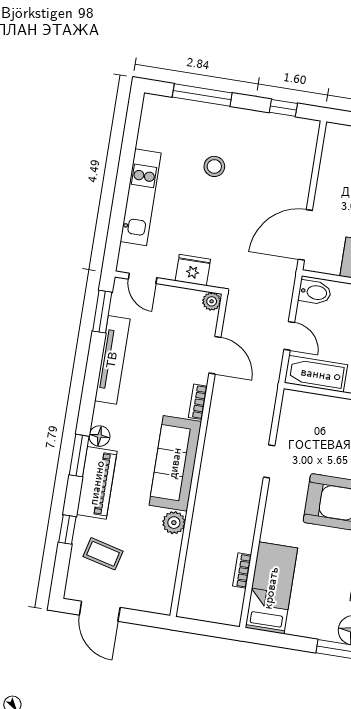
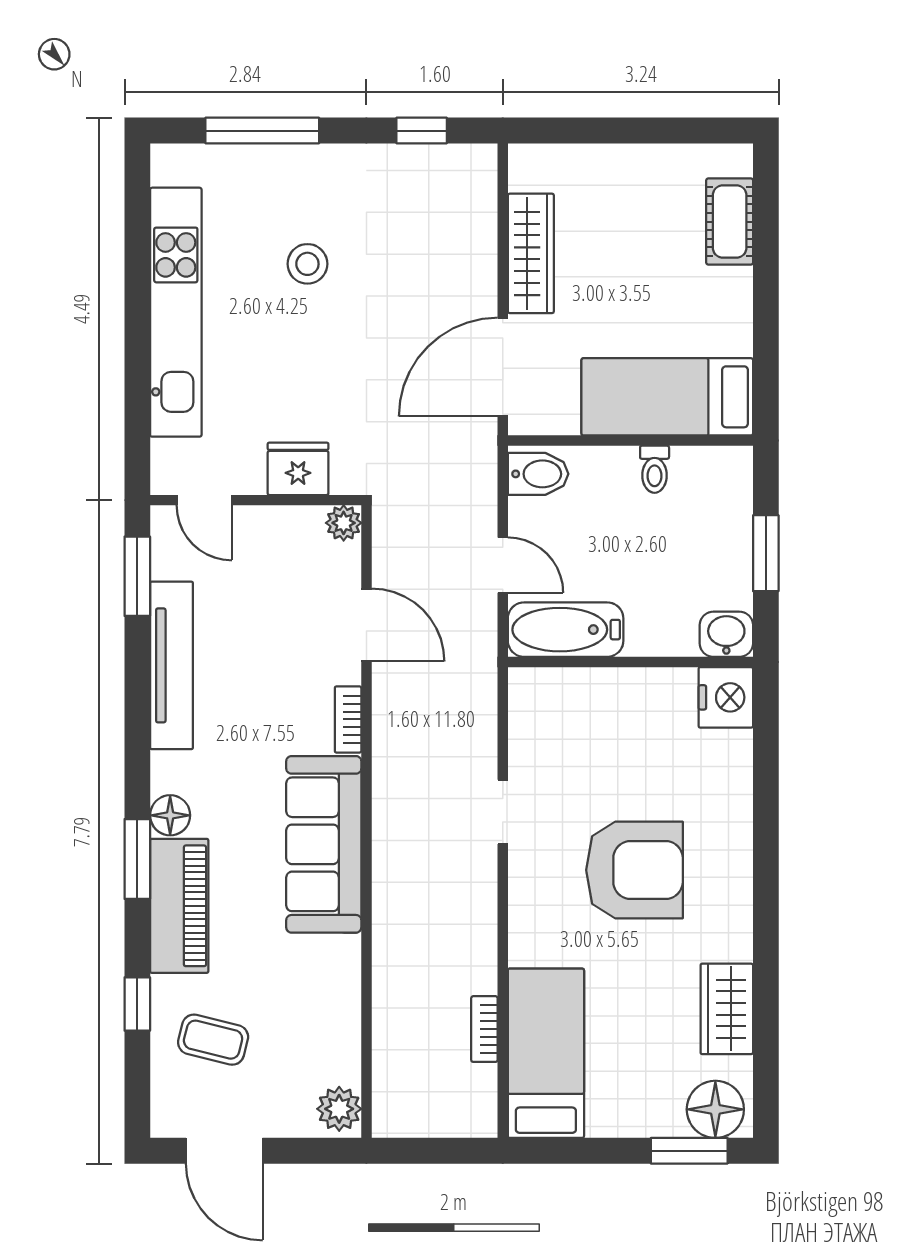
wardrobe: (329, 179) -> (531, 253), added
kitchen unit: (141, 197) -> (176, 312), width x1.36
plant: (174, 523) -> (339, 1109), moved

